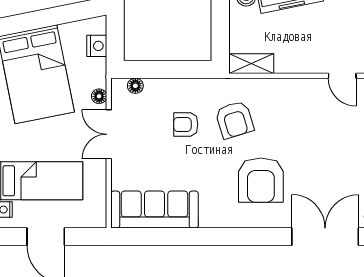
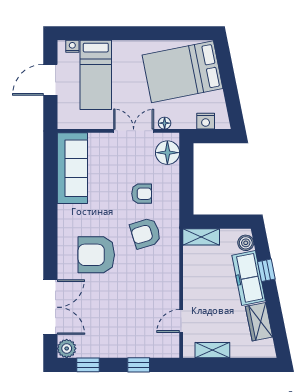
shelving: (251, 64) -> (201, 237), moved, turned 90
floor lamp: (135, 86) -> (167, 153), width x1.89, depth x1.89
armchair: (186, 124) -> (142, 194), turned 90

